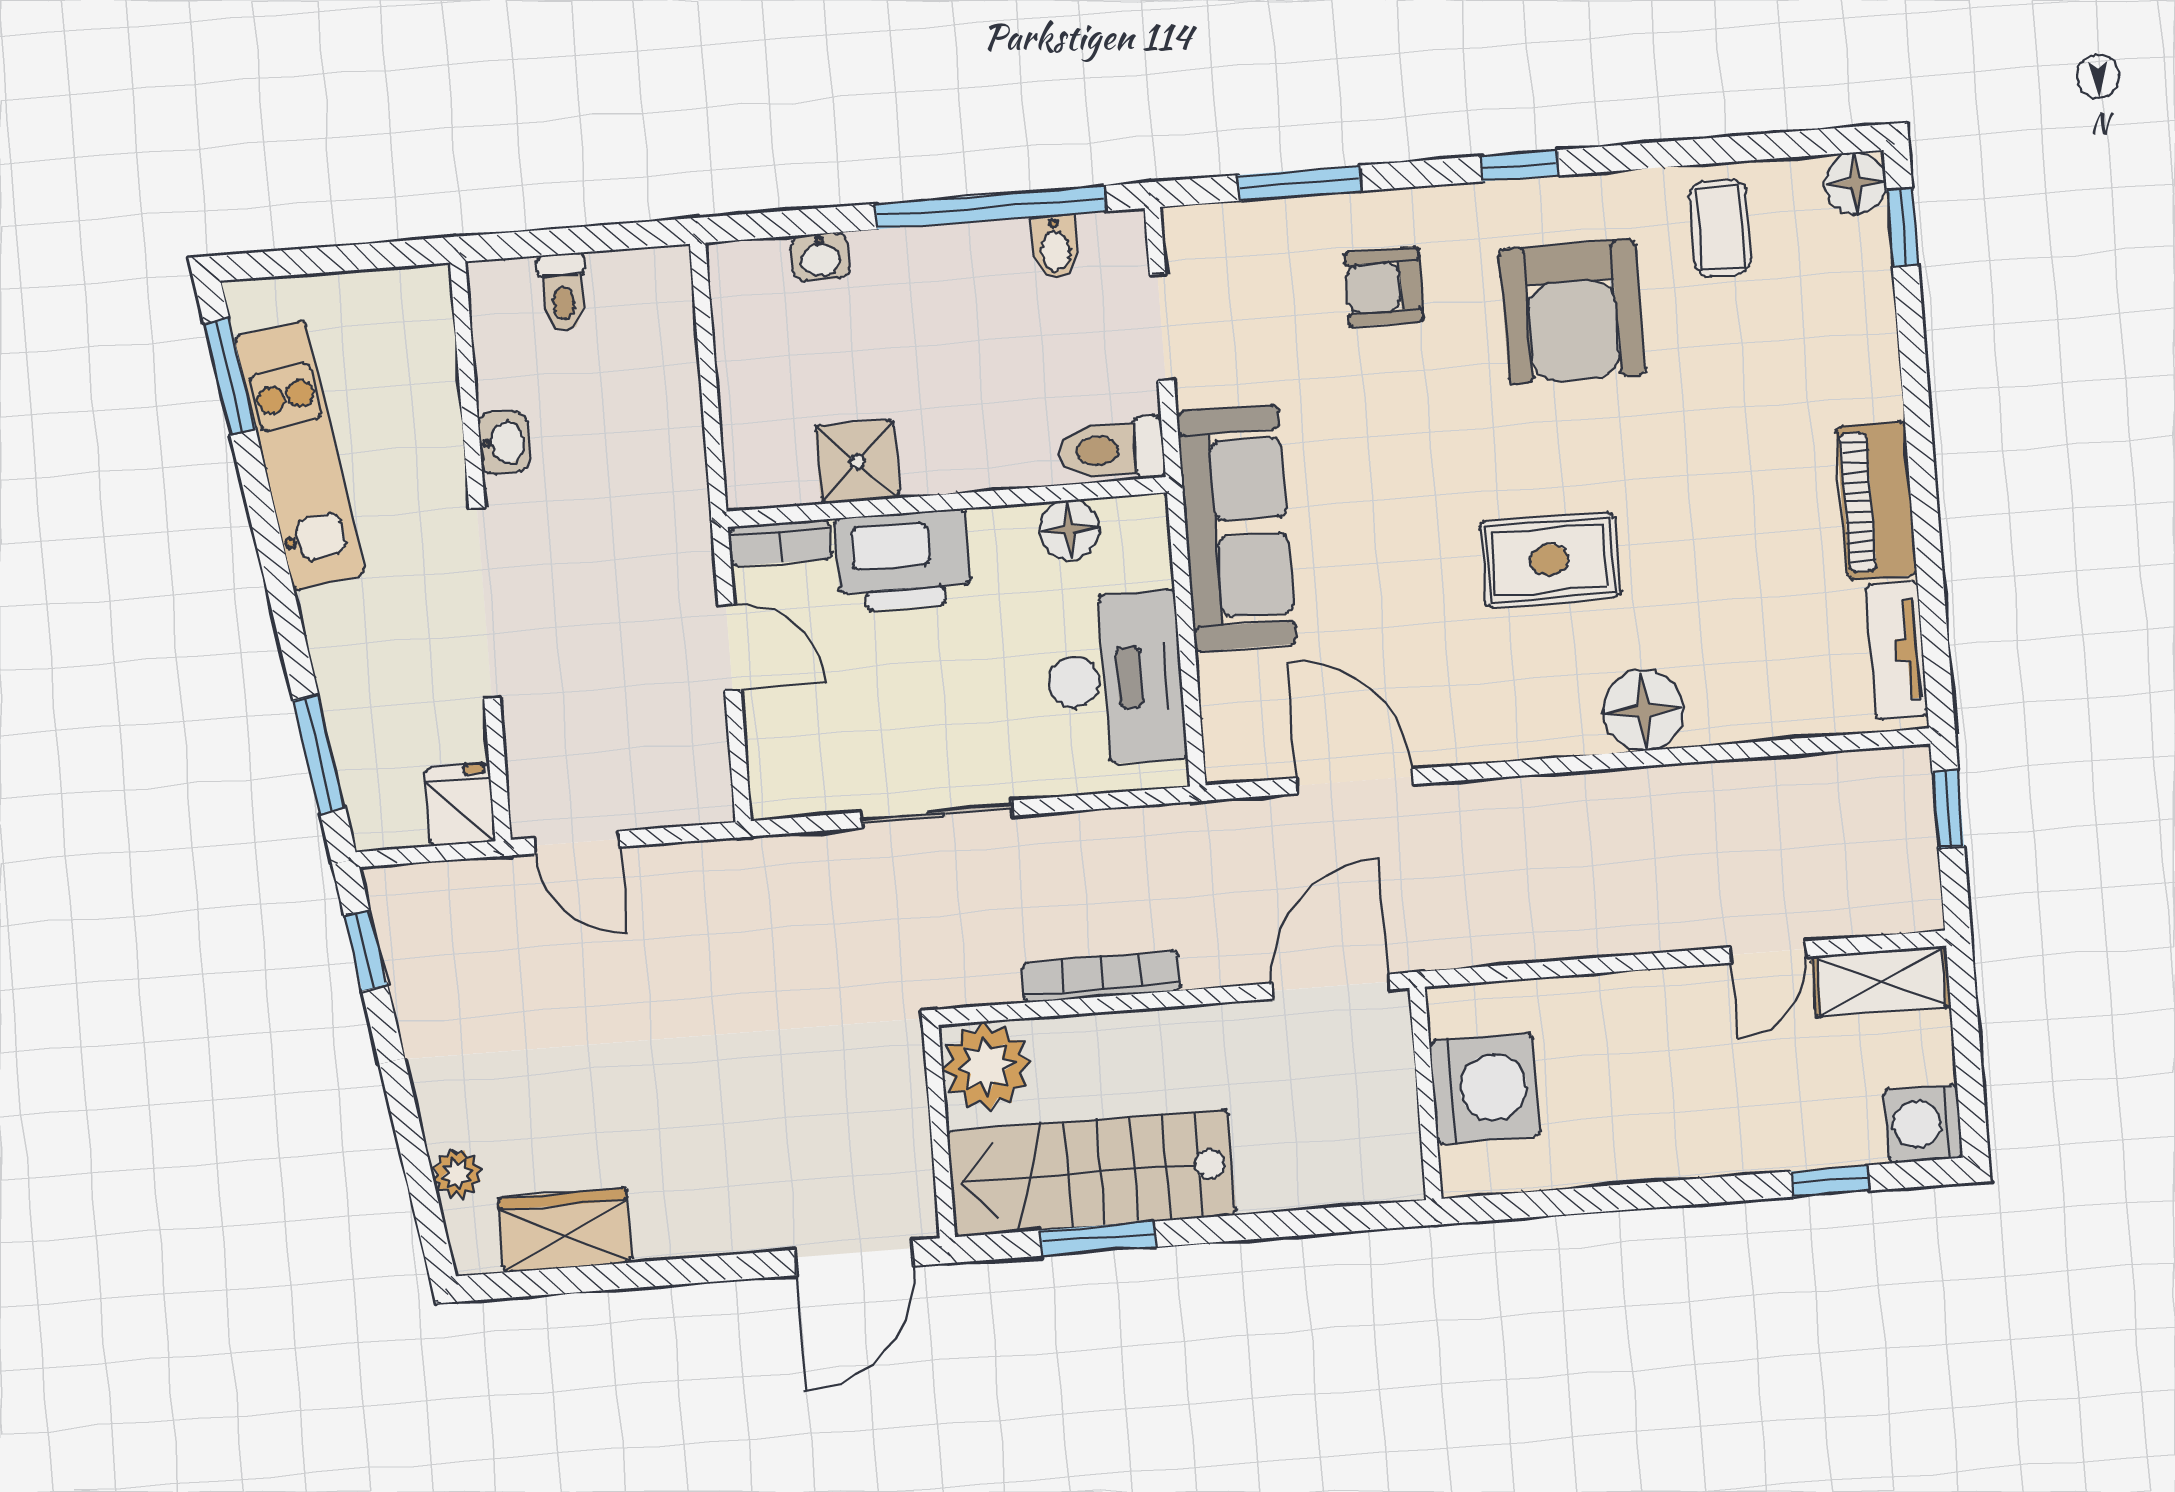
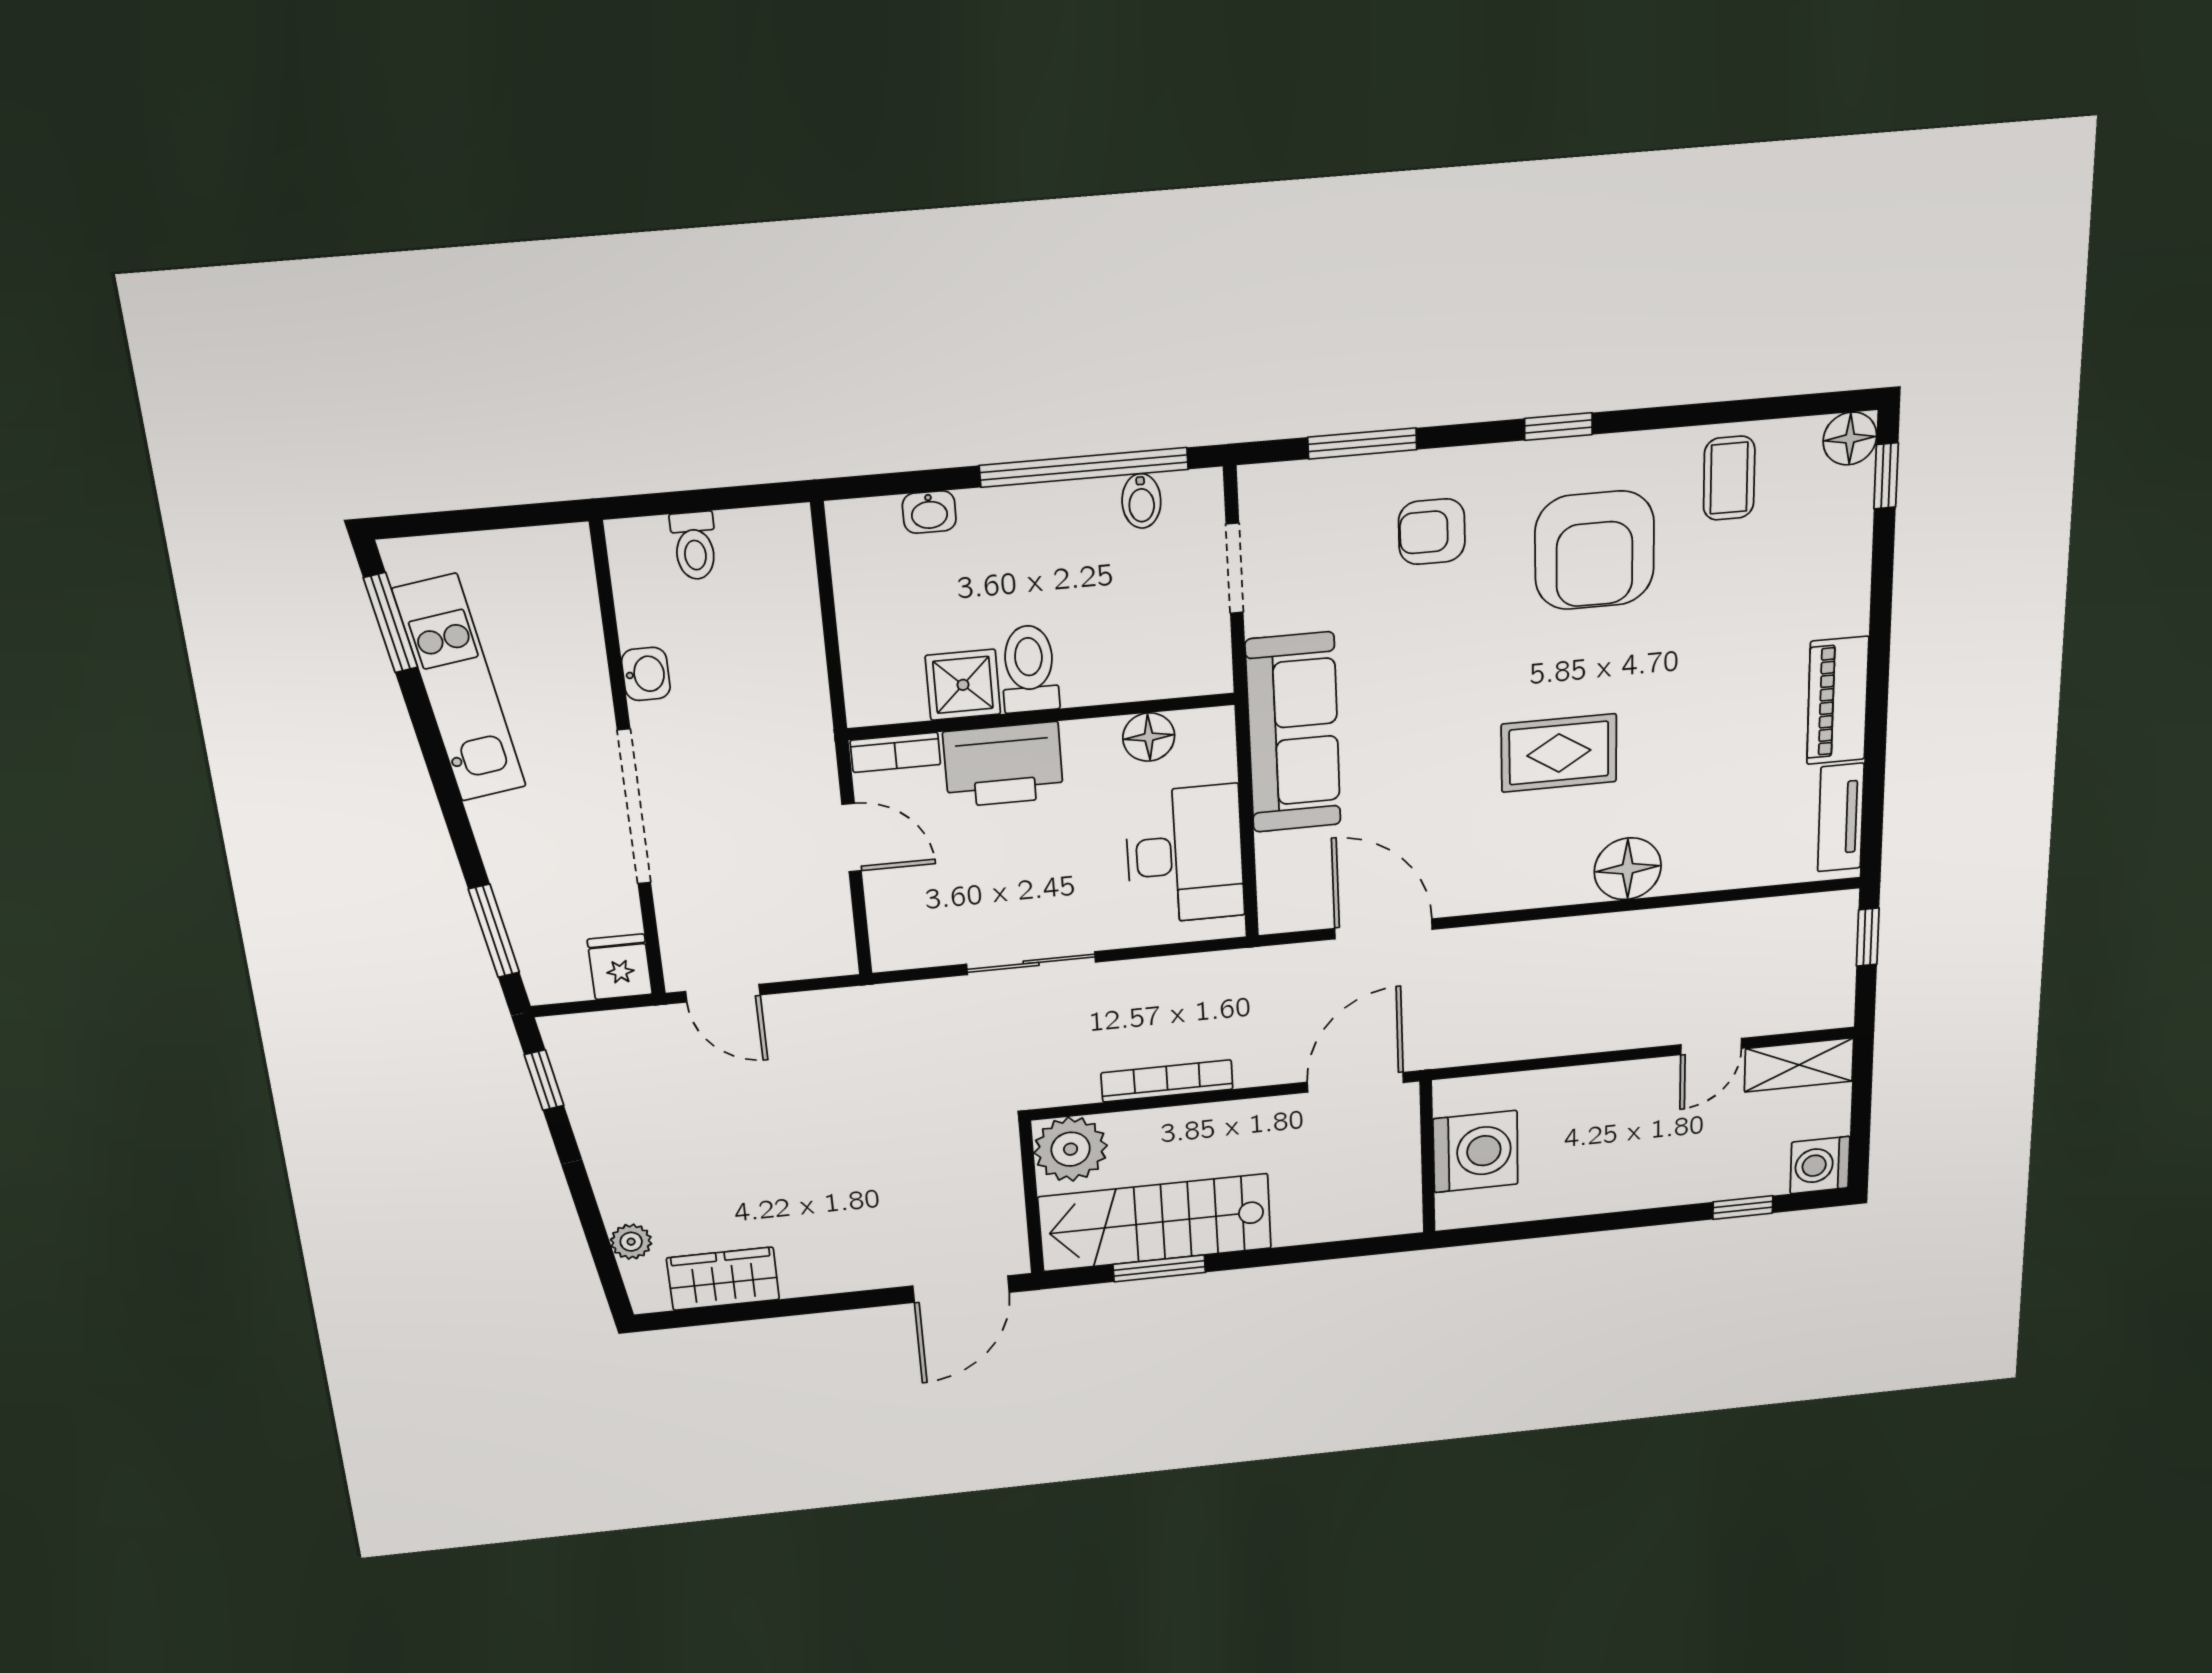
toilet: (1112, 450) -> (1029, 669), moved, turned 90

